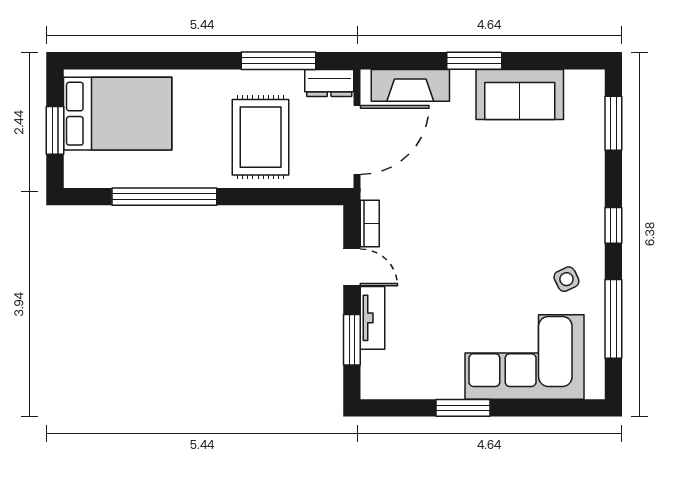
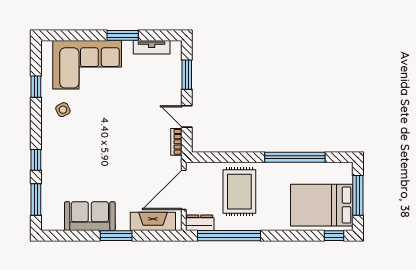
window: (96, 61) -> (334, 236), added
window: (278, 61) -> (229, 236), width x1.46
window: (55, 130) -> (358, 195), width x1.44
window: (613, 225) -> (36, 160), moved
tv unit: (372, 318) -> (152, 47), moved, turned -90
window: (613, 319) -> (36, 87), width x0.46

